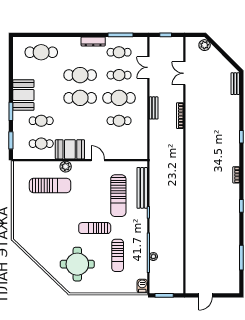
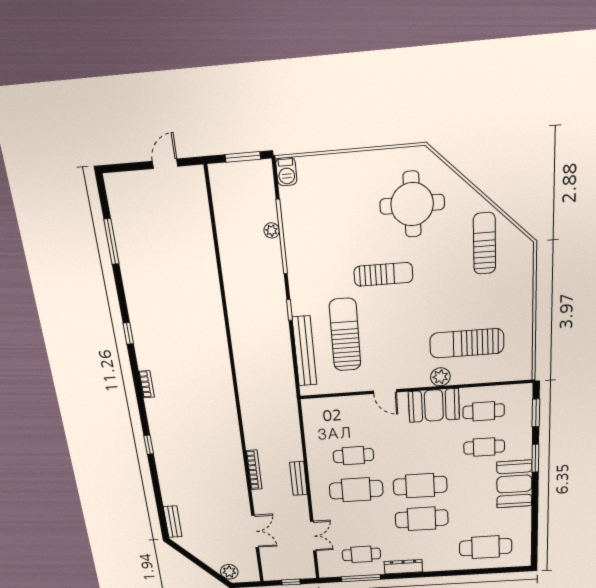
cafe table: (119, 75) -> (359, 523), removed
sun lounger: (118, 255) -> (484, 243), moved

